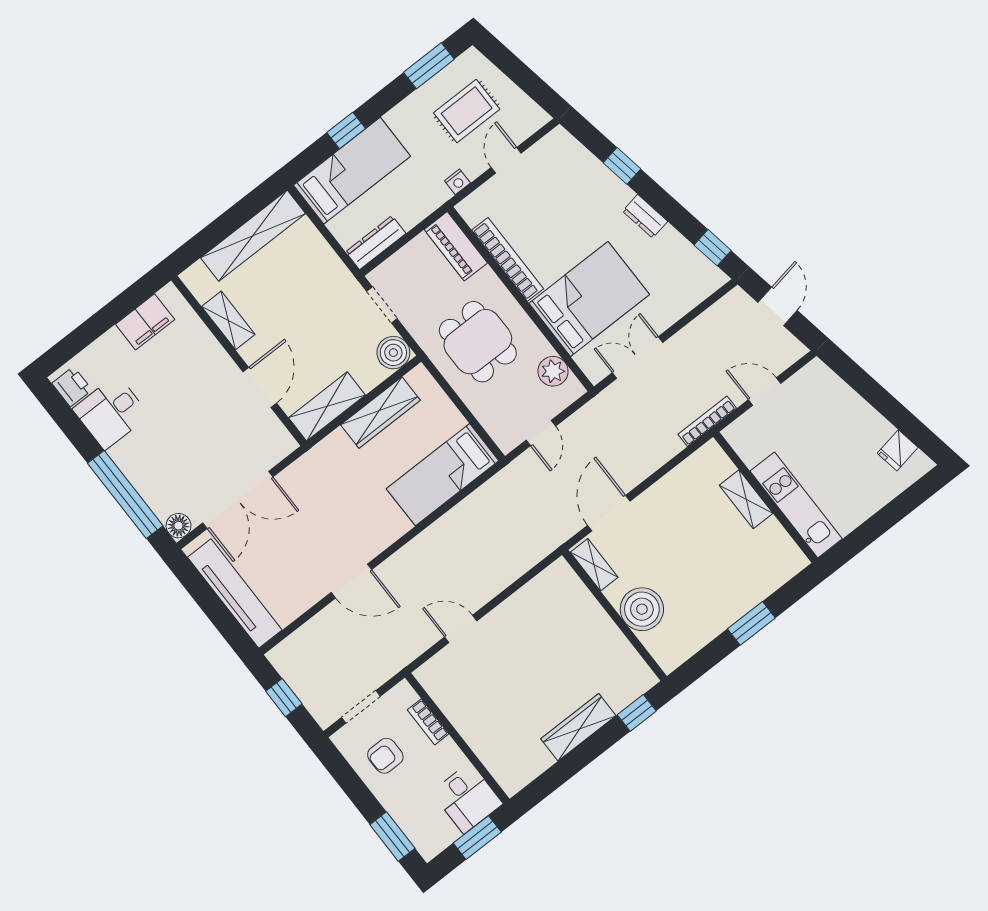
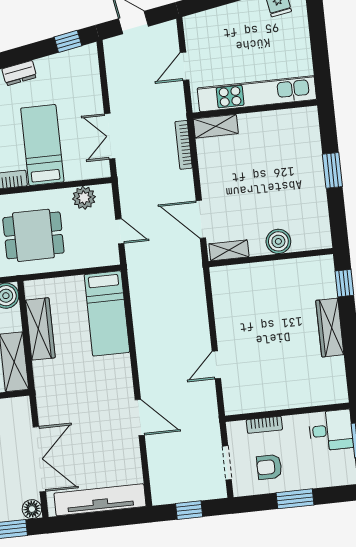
bed: (589, 299) -> (42, 145), width x0.67
bookcase: (707, 421) -> (184, 145), moved
shelving: (746, 499) -> (216, 126), moved
kitchen unit: (796, 505) -> (257, 94), width x1.36
door: (351, 581) -> (140, 418), hinge flipped
boiler: (642, 609) -> (278, 241), width x0.73, depth x0.73
armchair: (385, 756) -> (269, 467), turned 90
window: (392, 836) -> (295, 499), moved

